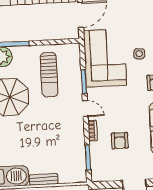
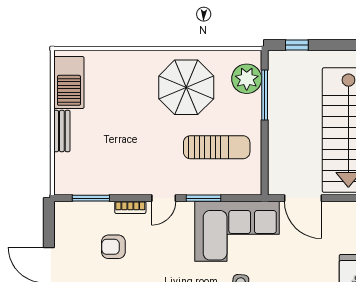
sun lounger: (49, 75) -> (217, 147), turned 180

